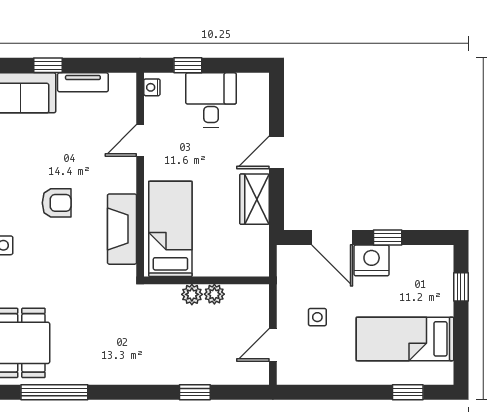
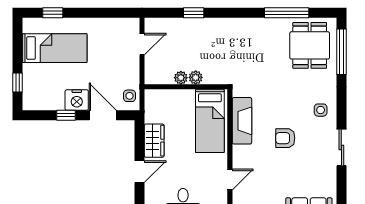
side table: (317, 317) -> (130, 96), moved

